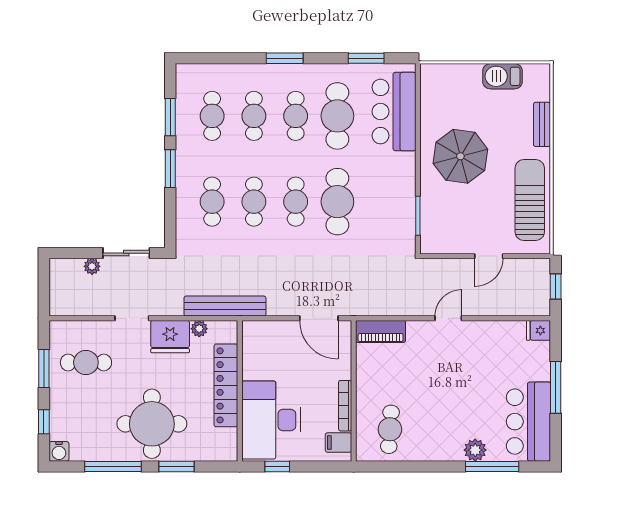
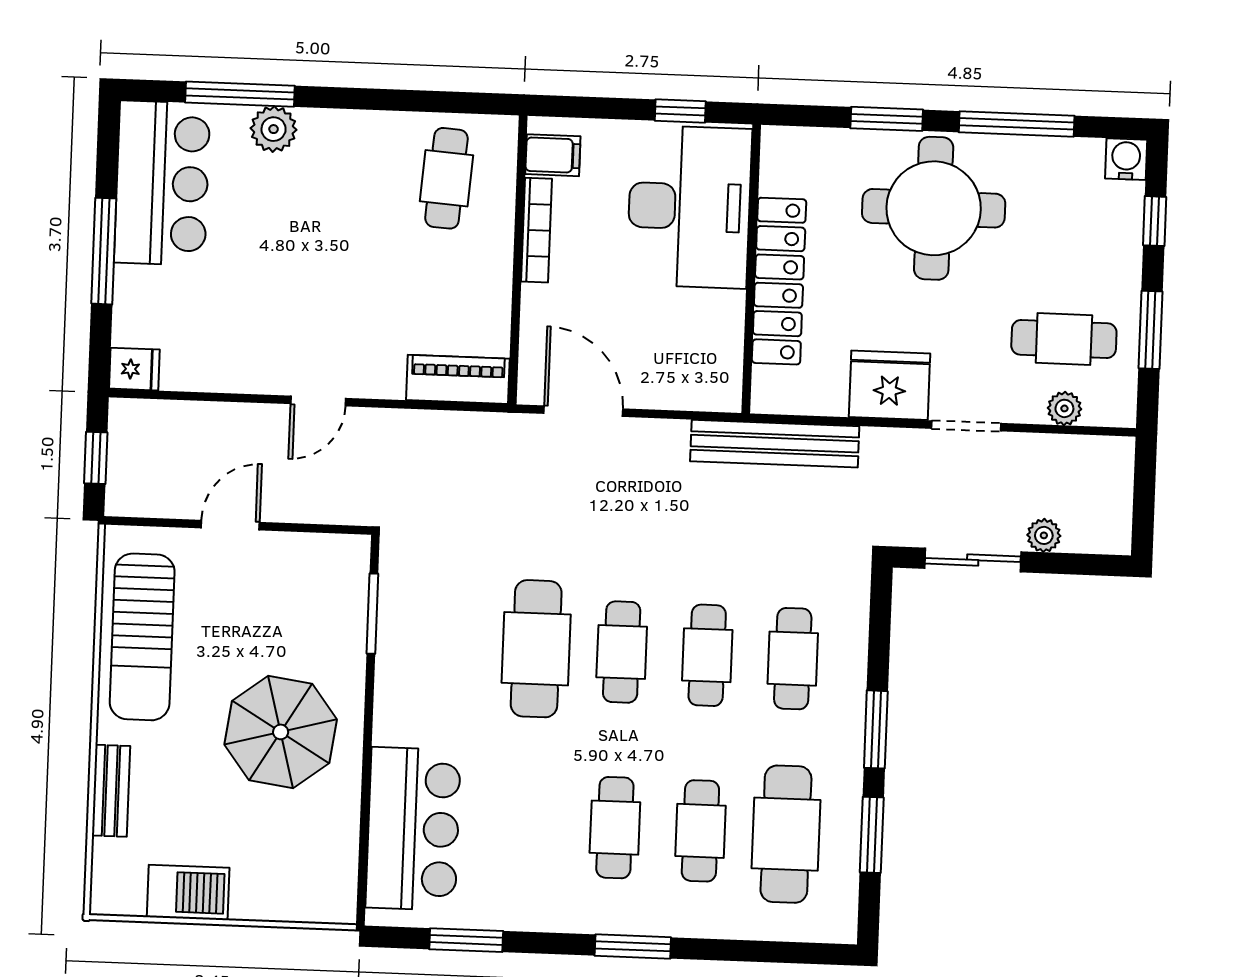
cafe table: (212, 116) -> (786, 834), width x1.37, depth x1.35
cafe table: (337, 116) -> (529, 824), removed
plant: (199, 329) -> (1064, 408), moved

